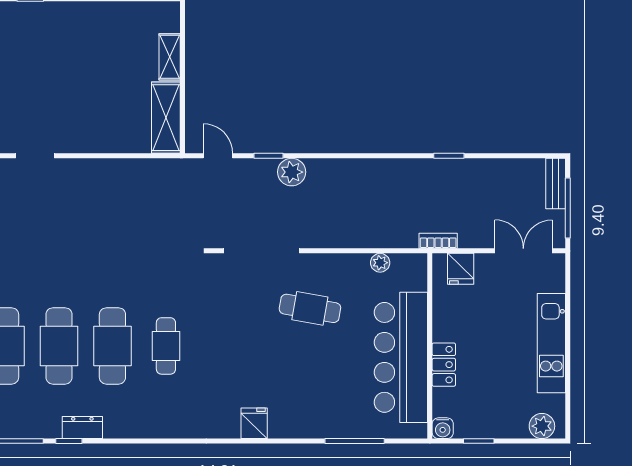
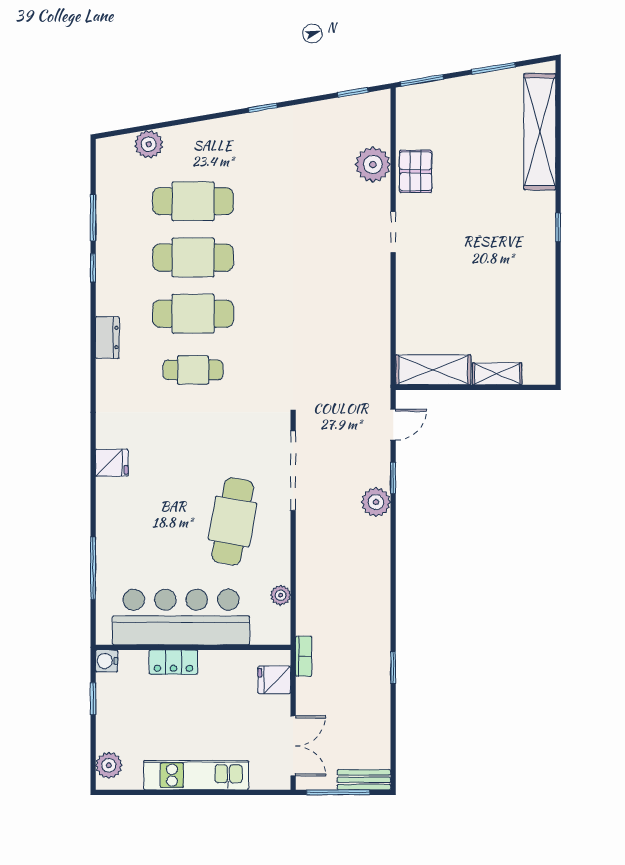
cafe table: (310, 308) -> (233, 521), width x1.37, depth x1.35
dresser: (82, 428) -> (107, 337), moved

